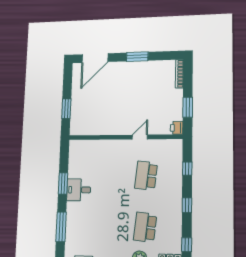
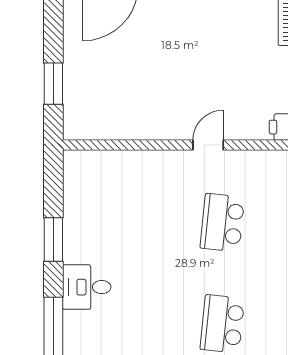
desk: (79, 190) -> (87, 287), moved

